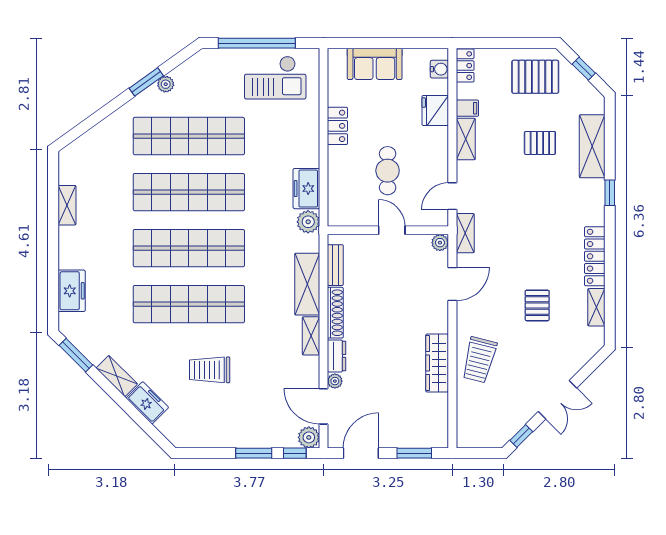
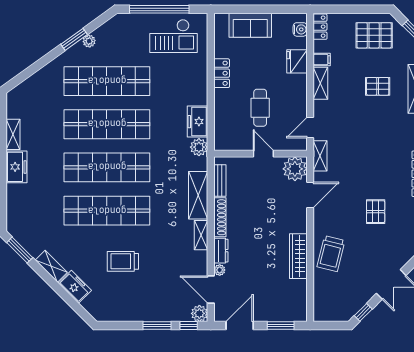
plant: (440, 243) -> (295, 169), width x1.87, depth x1.87
freezer: (72, 291) -> (16, 167), moved

